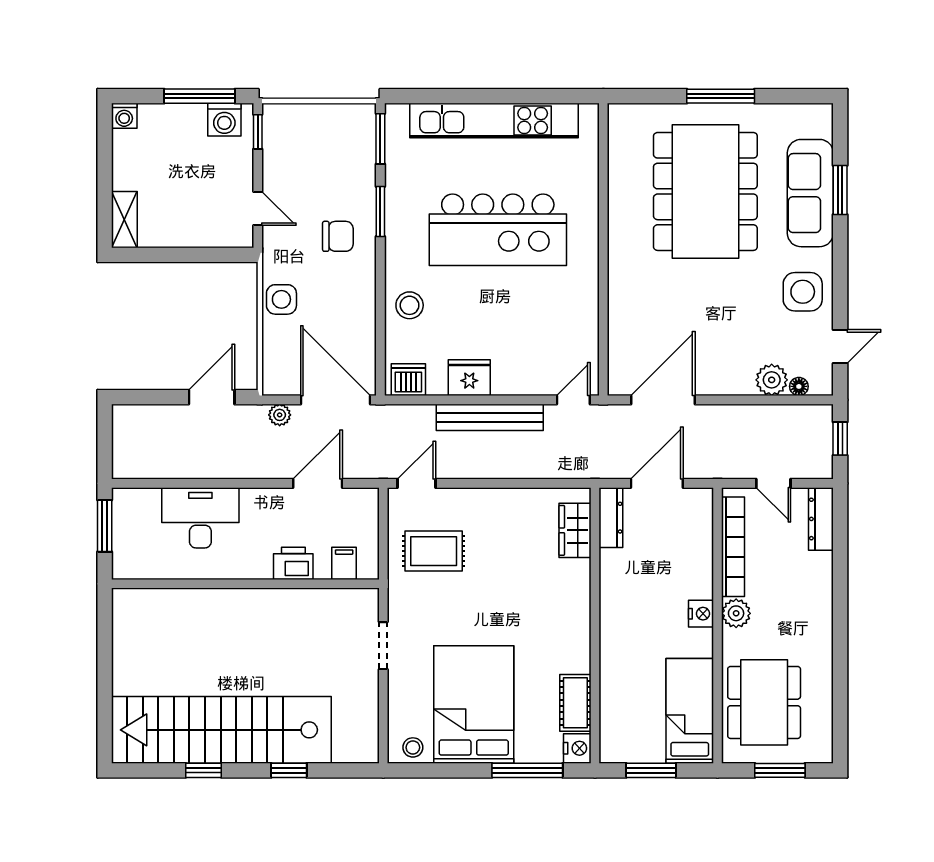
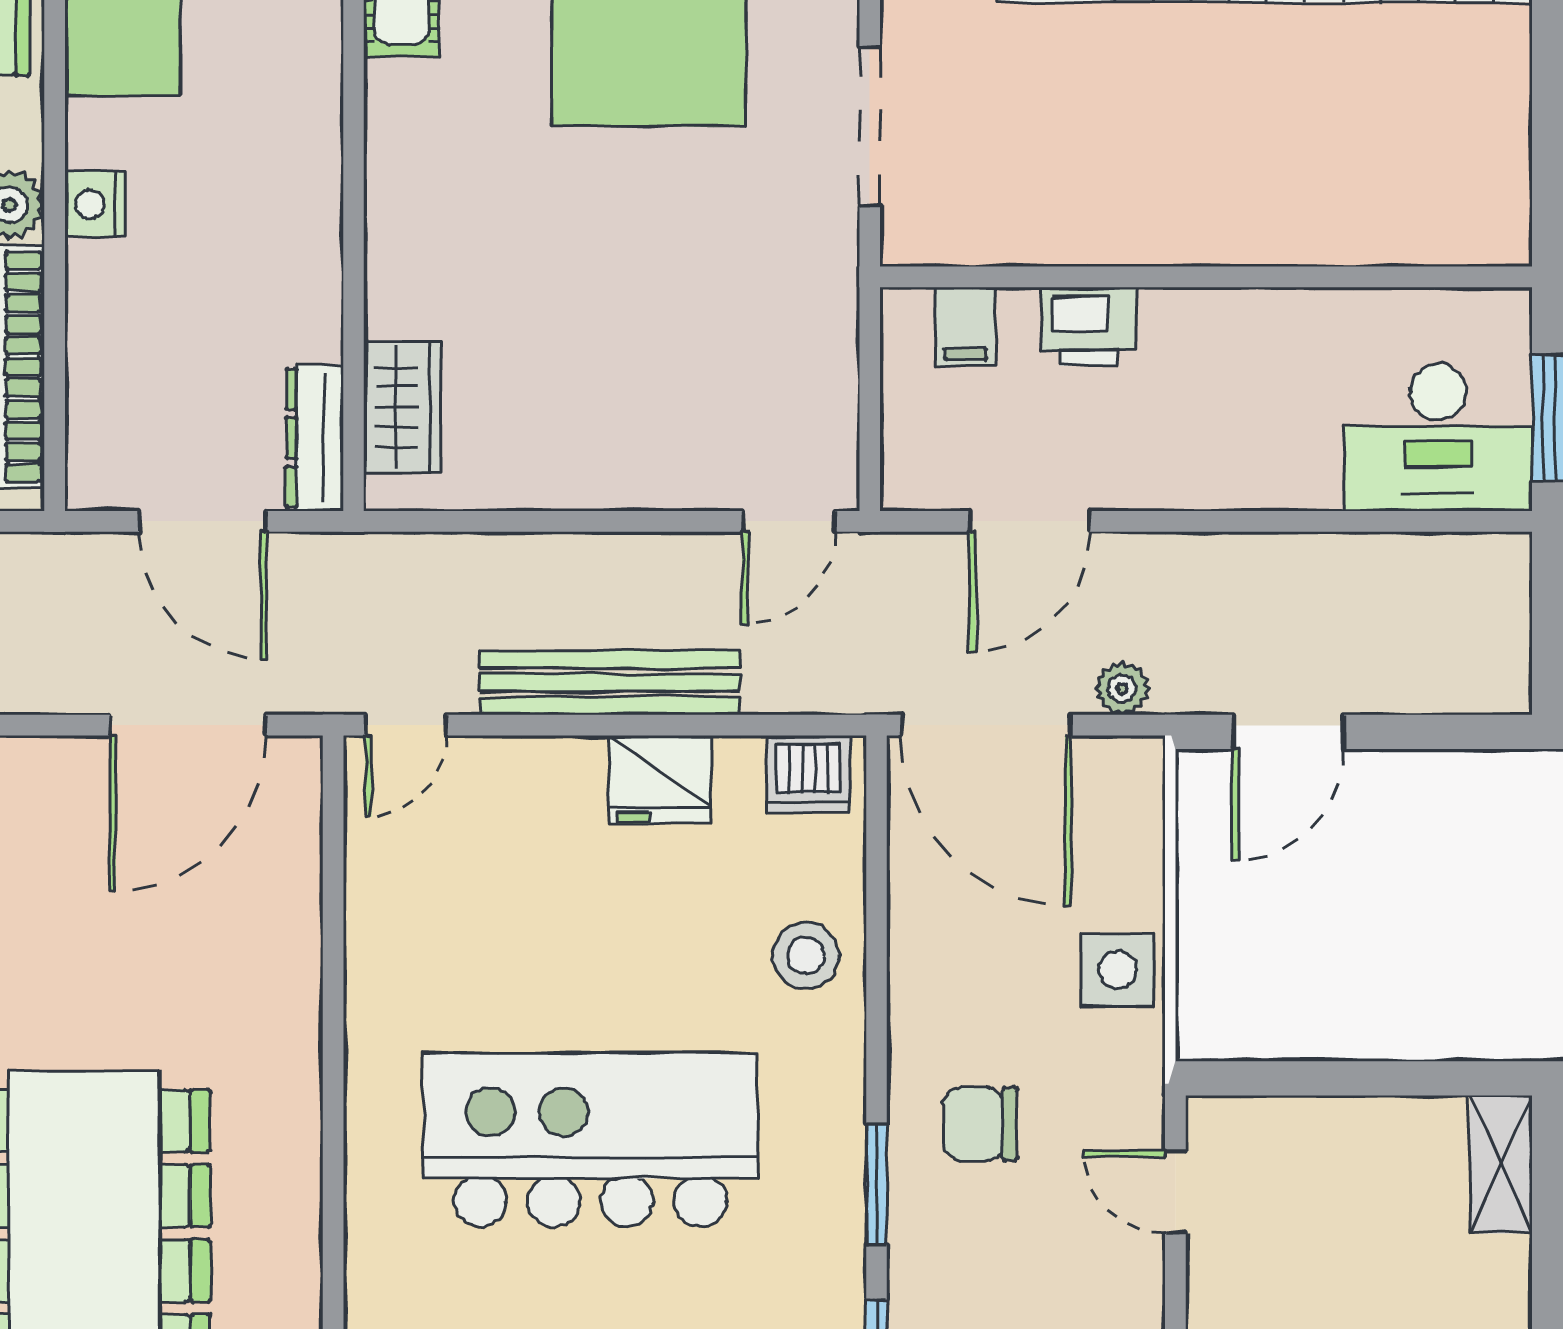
door: (657, 483) -> (203, 521), hinge flipped
desk: (200, 518) -> (1438, 437), moved
rug: (434, 551) -> (747, 356), removed
doorway: (383, 646) -> (870, 126), width x1.38

